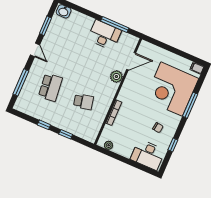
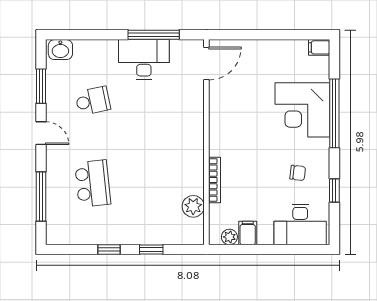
door: (131, 61) -> (206, 64), moved
plant: (116, 76) -> (193, 206), moved
corner desk: (172, 89) -> (302, 110), width x0.74, depth x0.74
school desk: (83, 102) -> (93, 101), moved
window: (190, 105) -> (334, 113), width x1.46
filing cabinet: (119, 147) -> (248, 233), added

